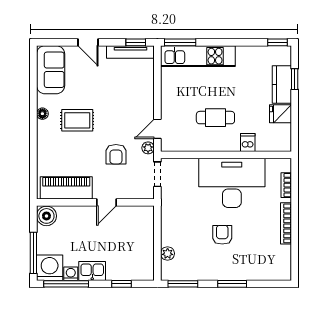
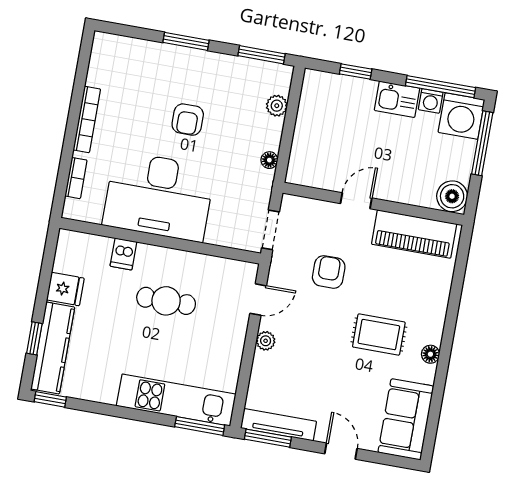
window: (136, 42) -> (268, 438), width x1.50
kitchen counter: (282, 85) -> (53, 348), width x1.50
plant: (148, 148) -> (266, 341), moved
floor lamp: (166, 218) -> (269, 160), added

